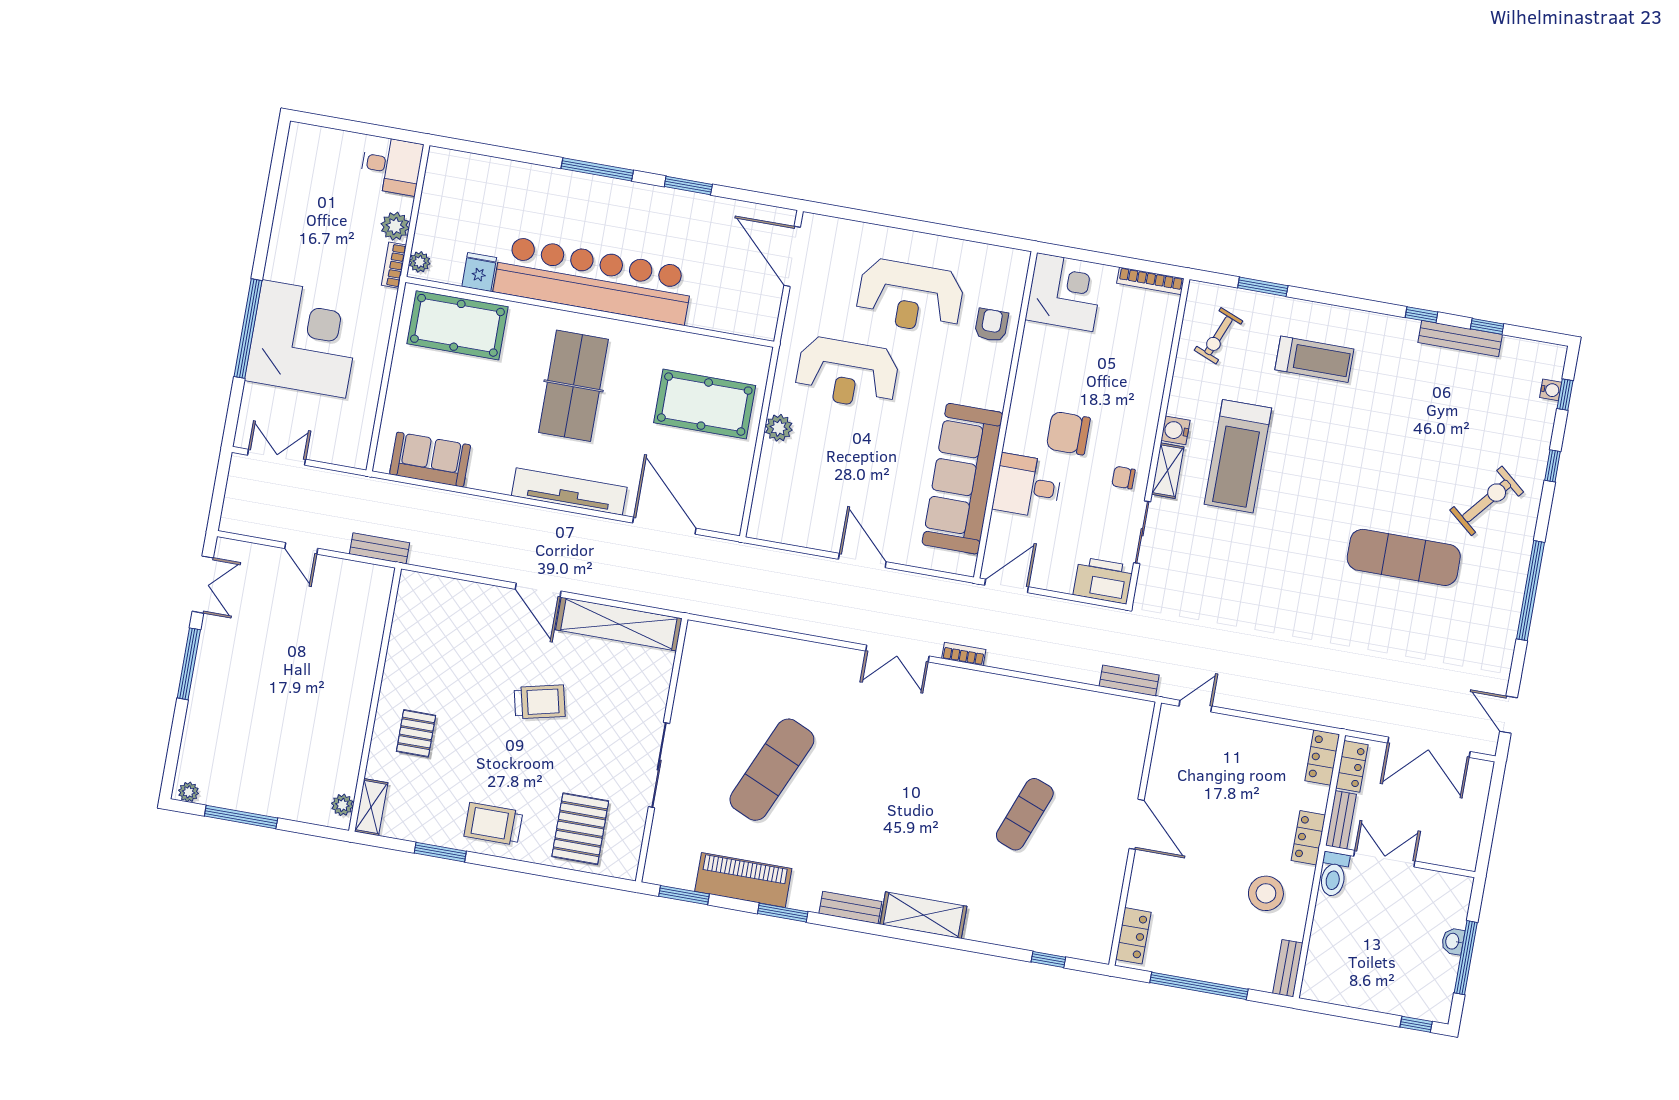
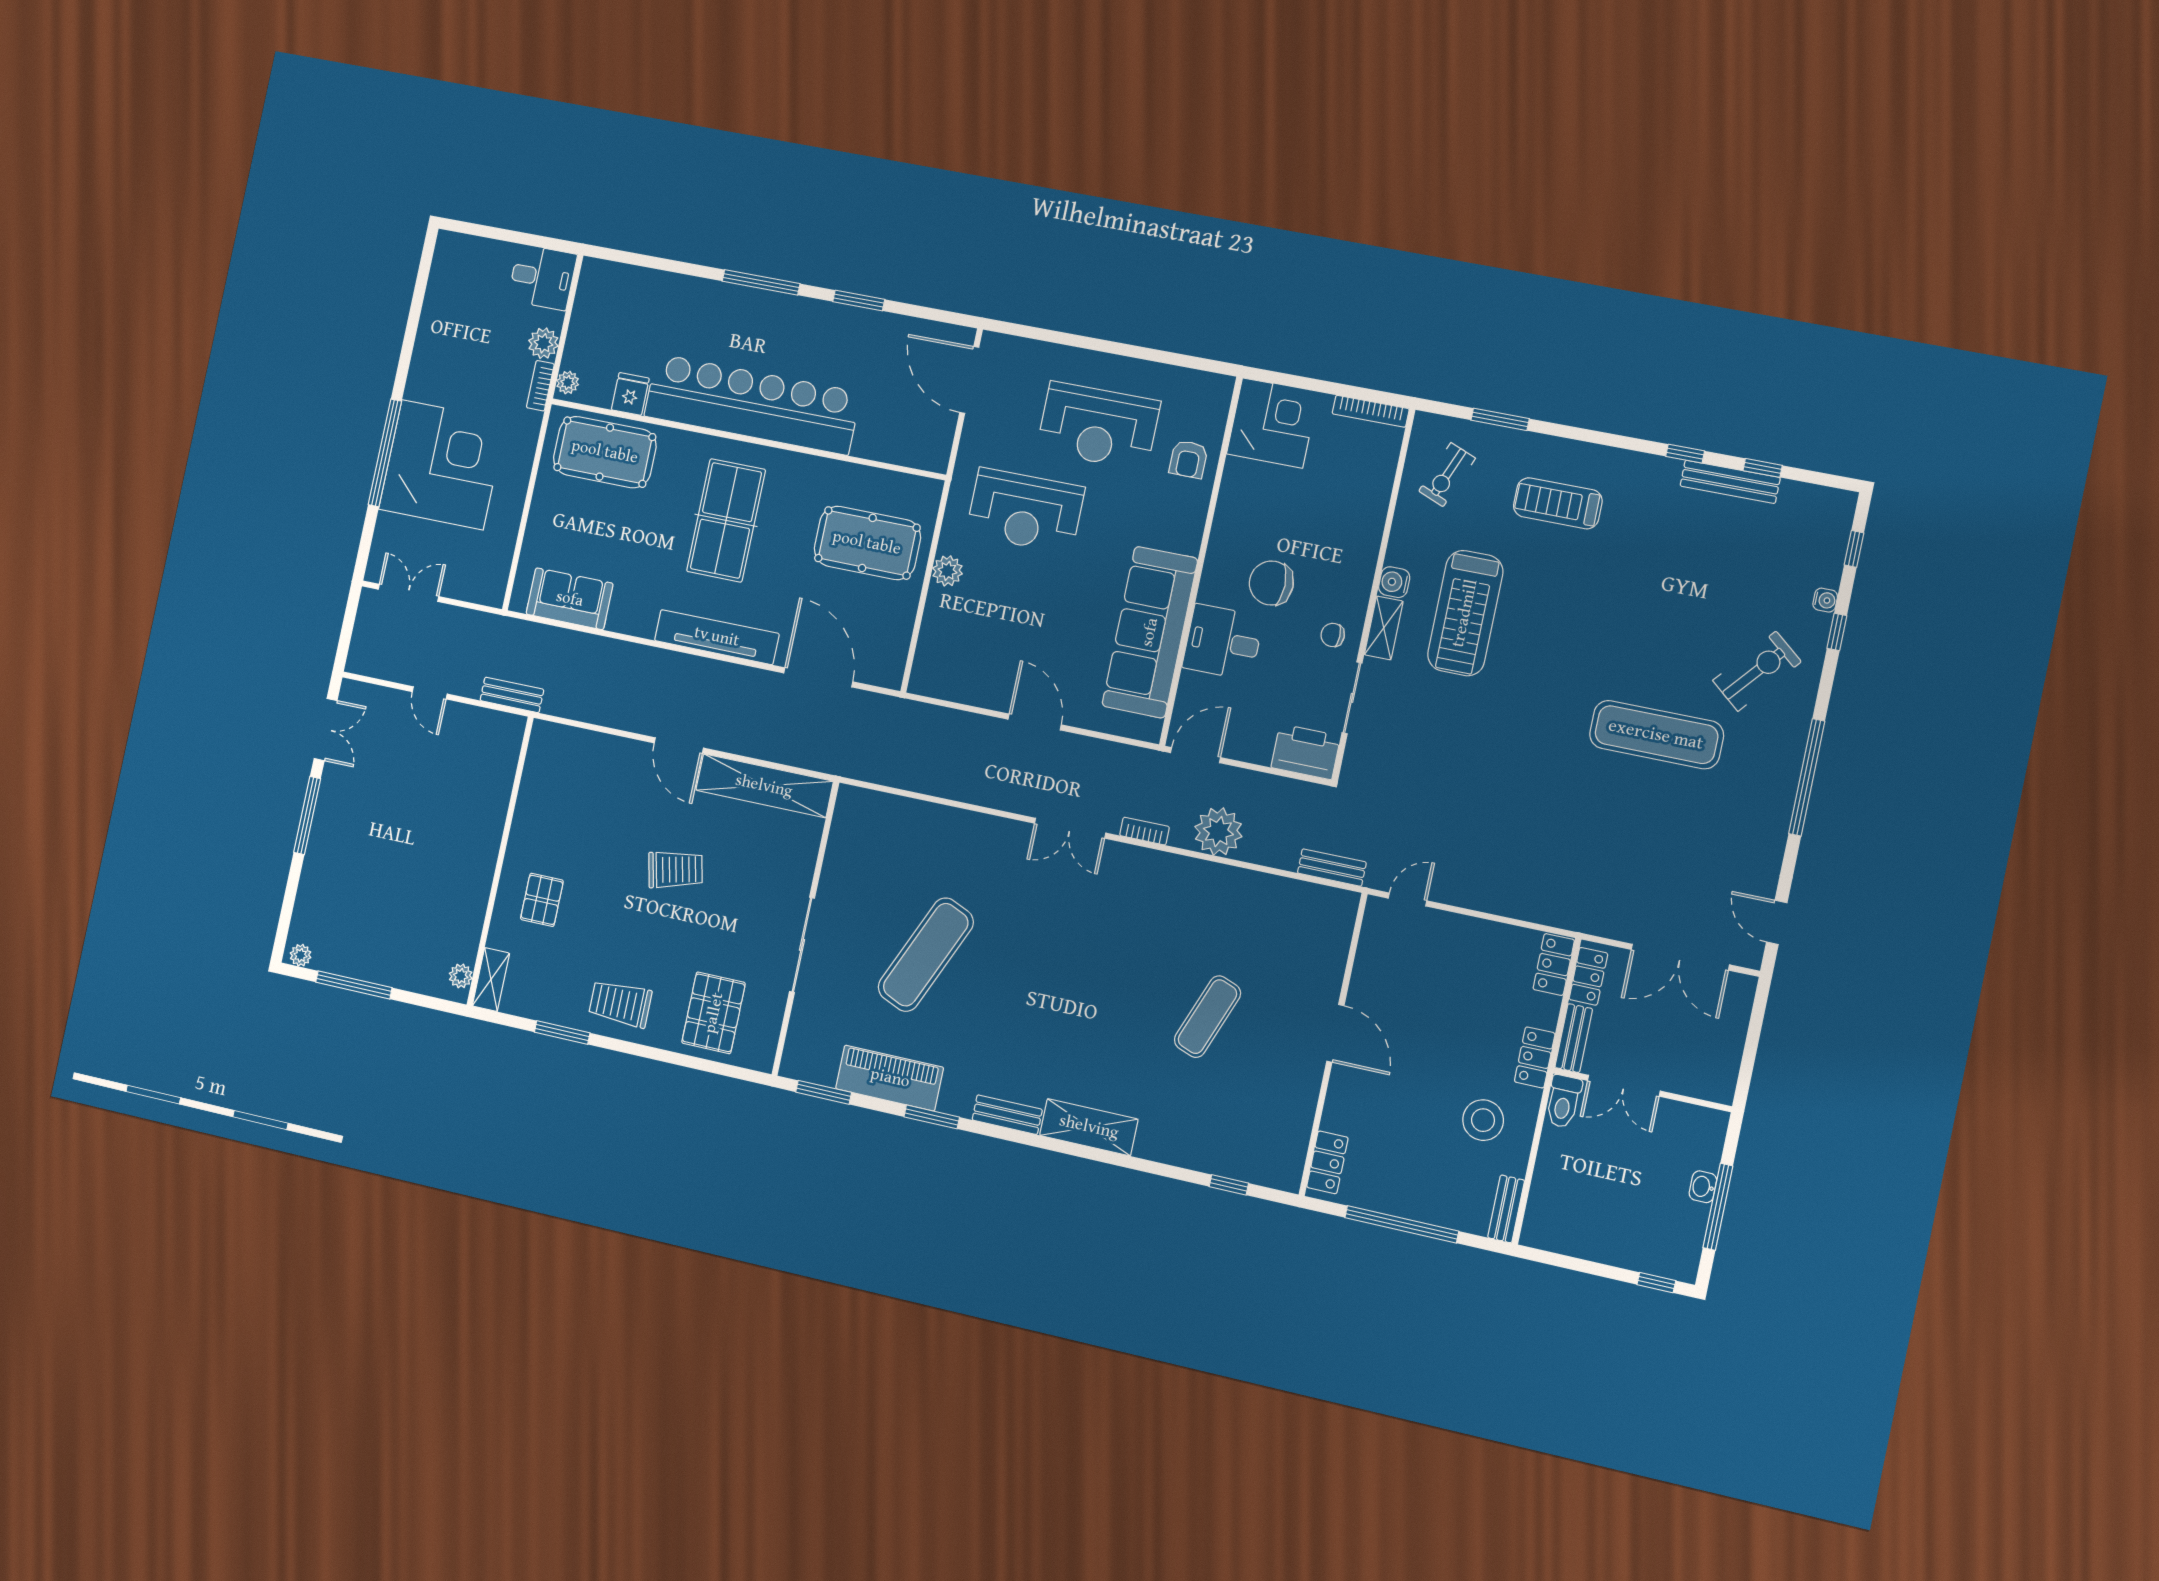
armchair: (991, 325) -> (1188, 459), turned 180
treadmill: (1314, 359) -> (1558, 503), turned 180
water cooler: (1551, 390) -> (1825, 600), moved
plant: (1029, 652) -> (1218, 832), added
double door: (1384, 859) -> (1624, 1086), swing flipped

